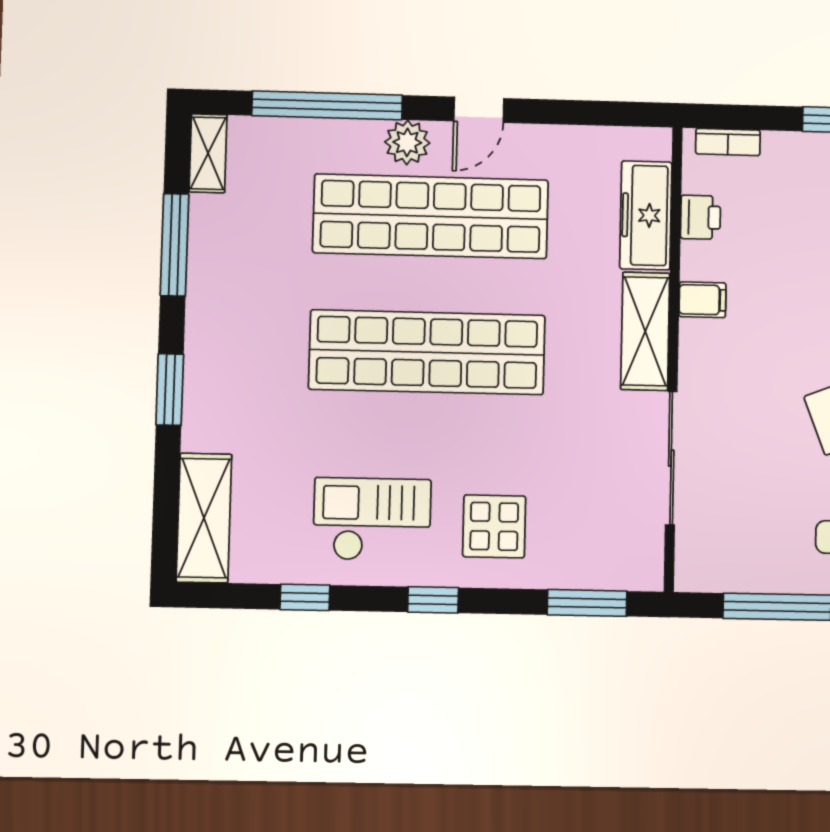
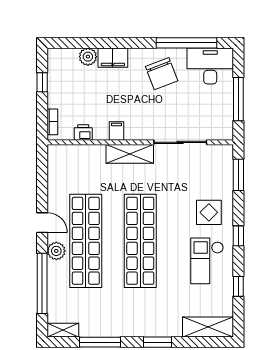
freezer: (646, 215) -> (83, 155), removed

